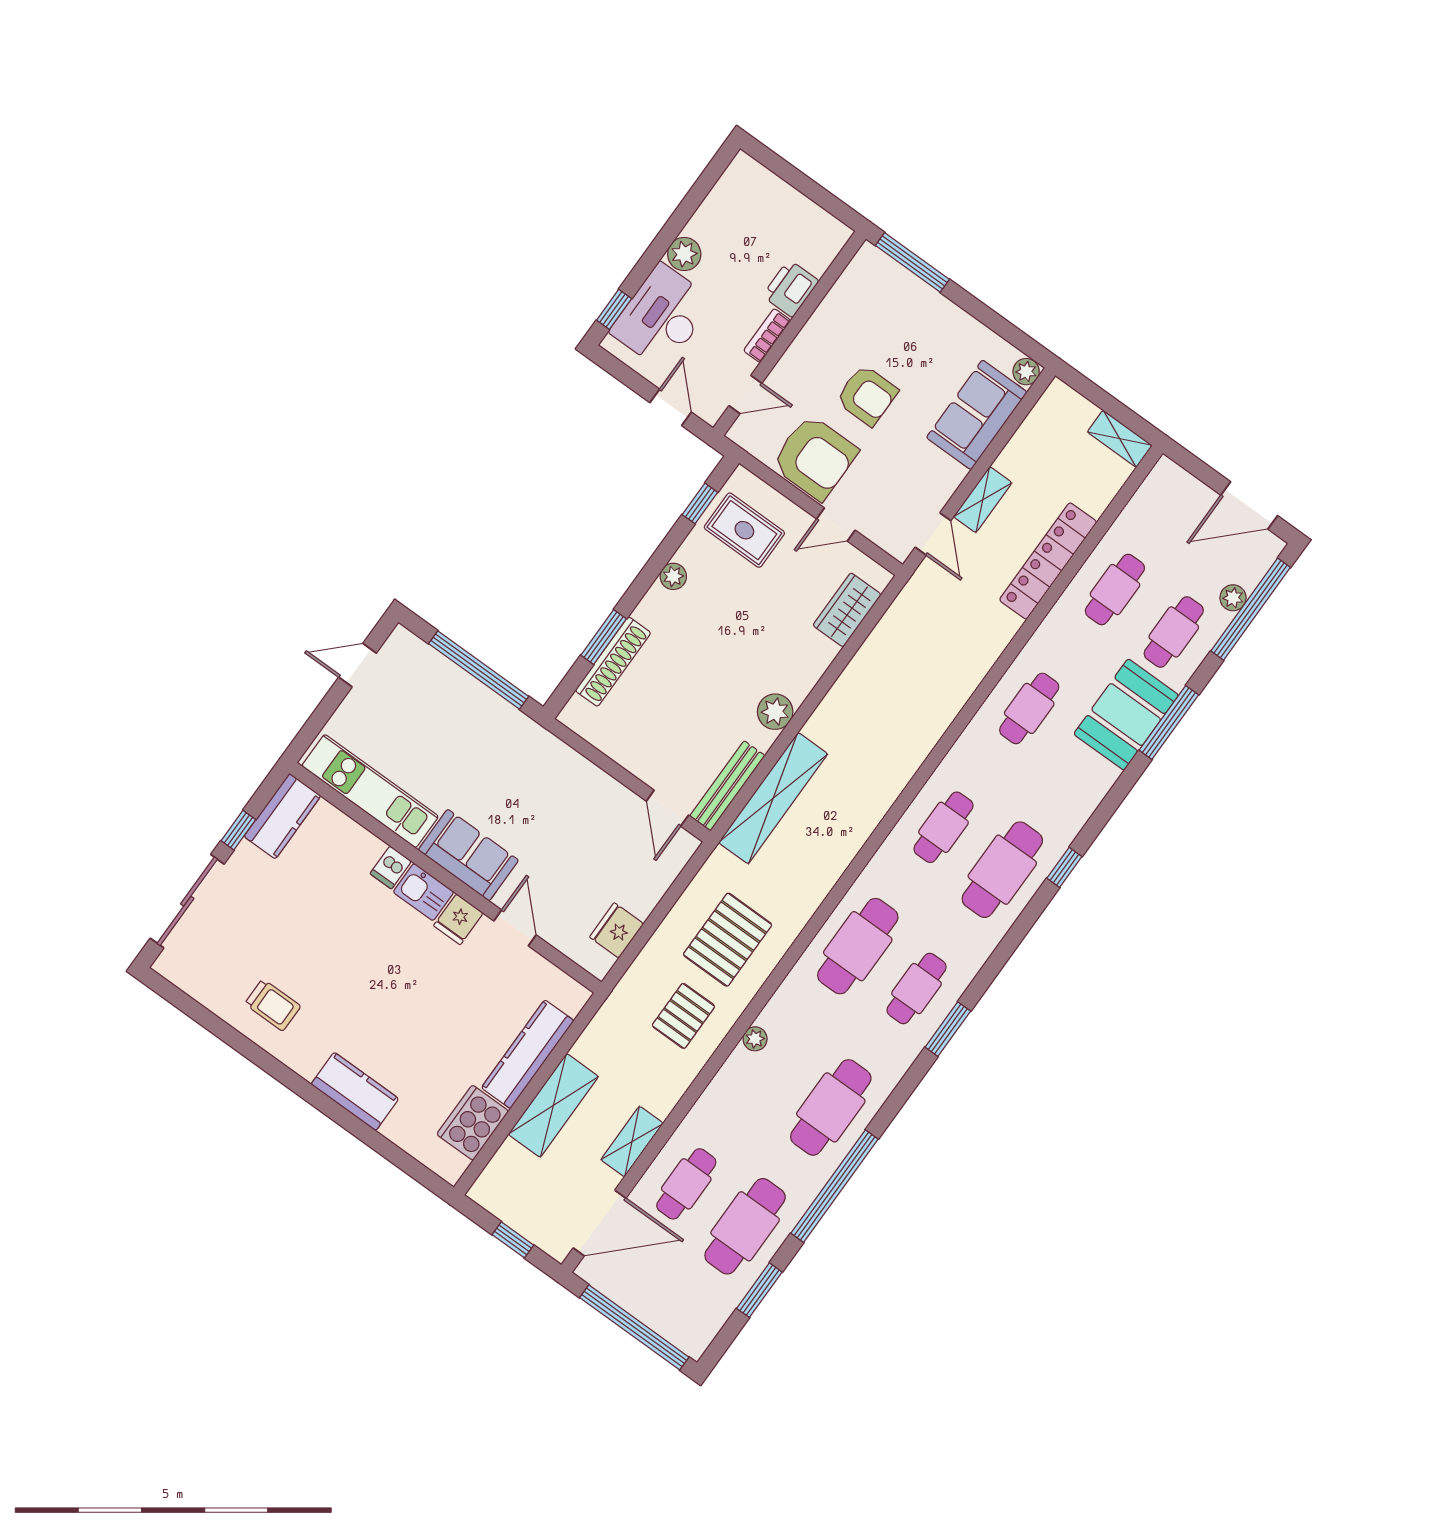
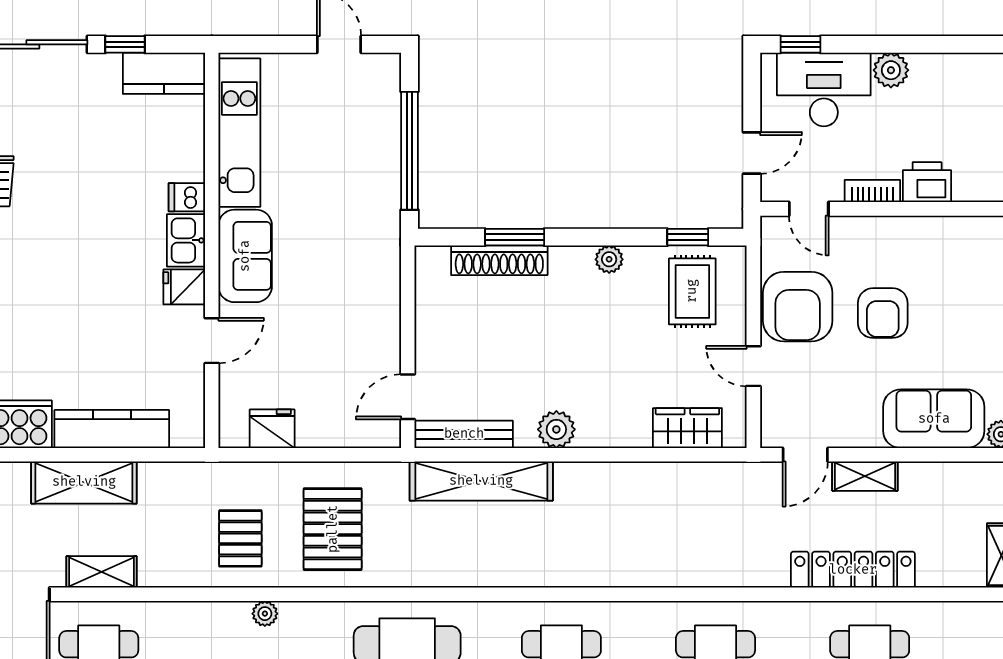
pallet: (728, 940) -> (333, 529), turned 90
pallet: (683, 1016) -> (240, 538), turned 90

